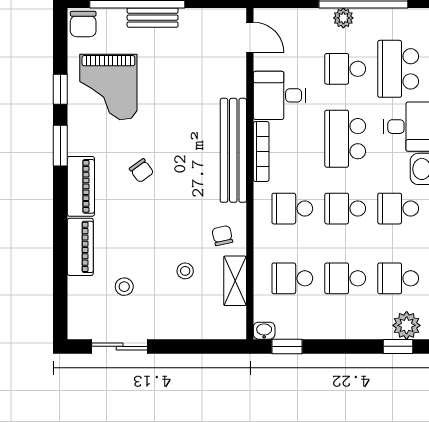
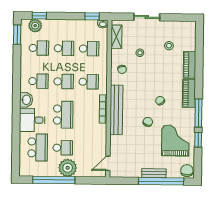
plant: (343, 18) -> (68, 168), width x1.88, depth x1.88
door: (250, 37) -> (108, 163), hinge flipped
desk: (279, 95) -> (94, 136), removed
chair: (167, 126) -> (148, 122), added
window: (60, 146) -> (198, 113), width x1.44
shelving: (235, 281) -> (116, 37), moved
sliding door: (120, 346) -> (147, 17), moved

